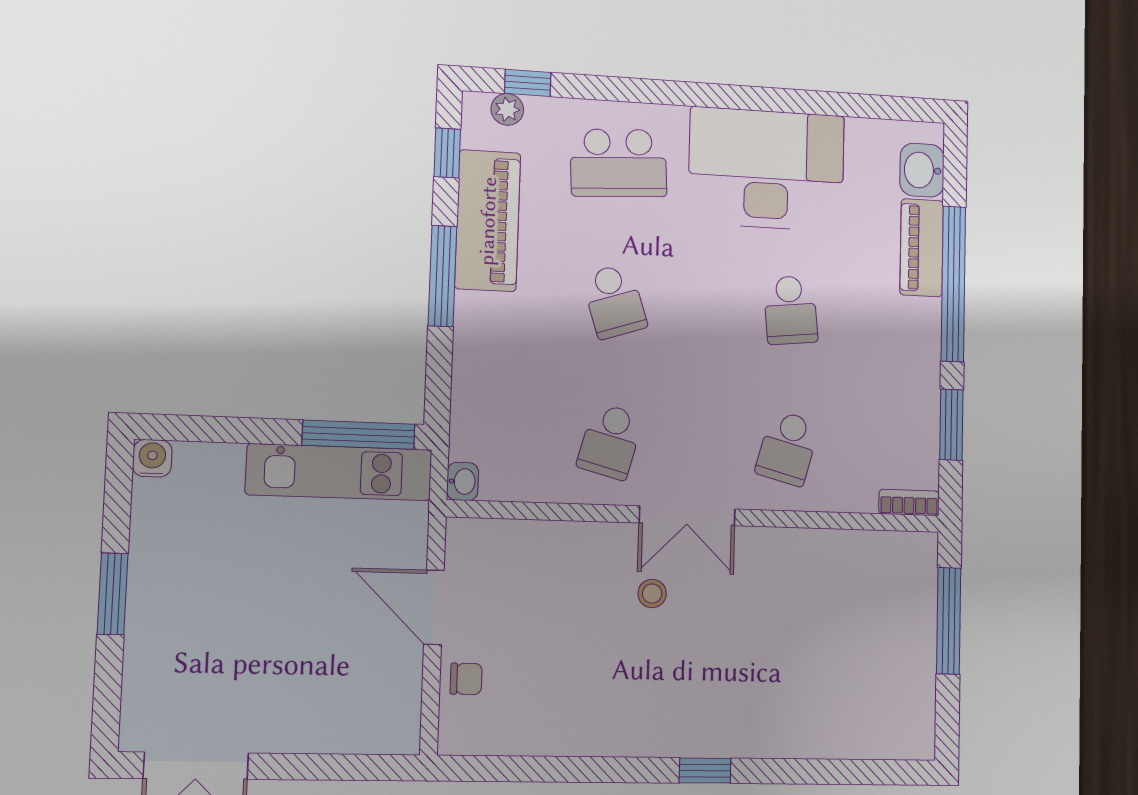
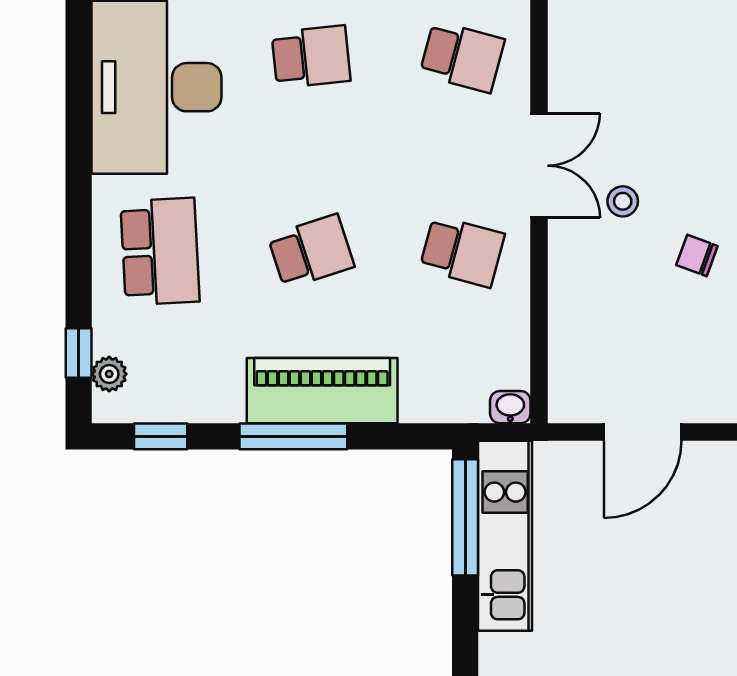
piano: (488, 221) -> (322, 391), moved
chair: (466, 679) -> (697, 256), moved, turned -70

